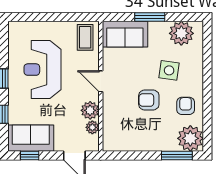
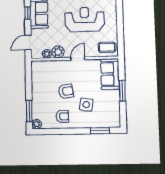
plant: (181, 33) -> (112, 112), removed
window: (207, 51) -> (100, 131), added
armchair: (149, 100) -> (66, 91), turned 82
plant: (190, 138) -> (37, 124), width x0.53, depth x0.53

